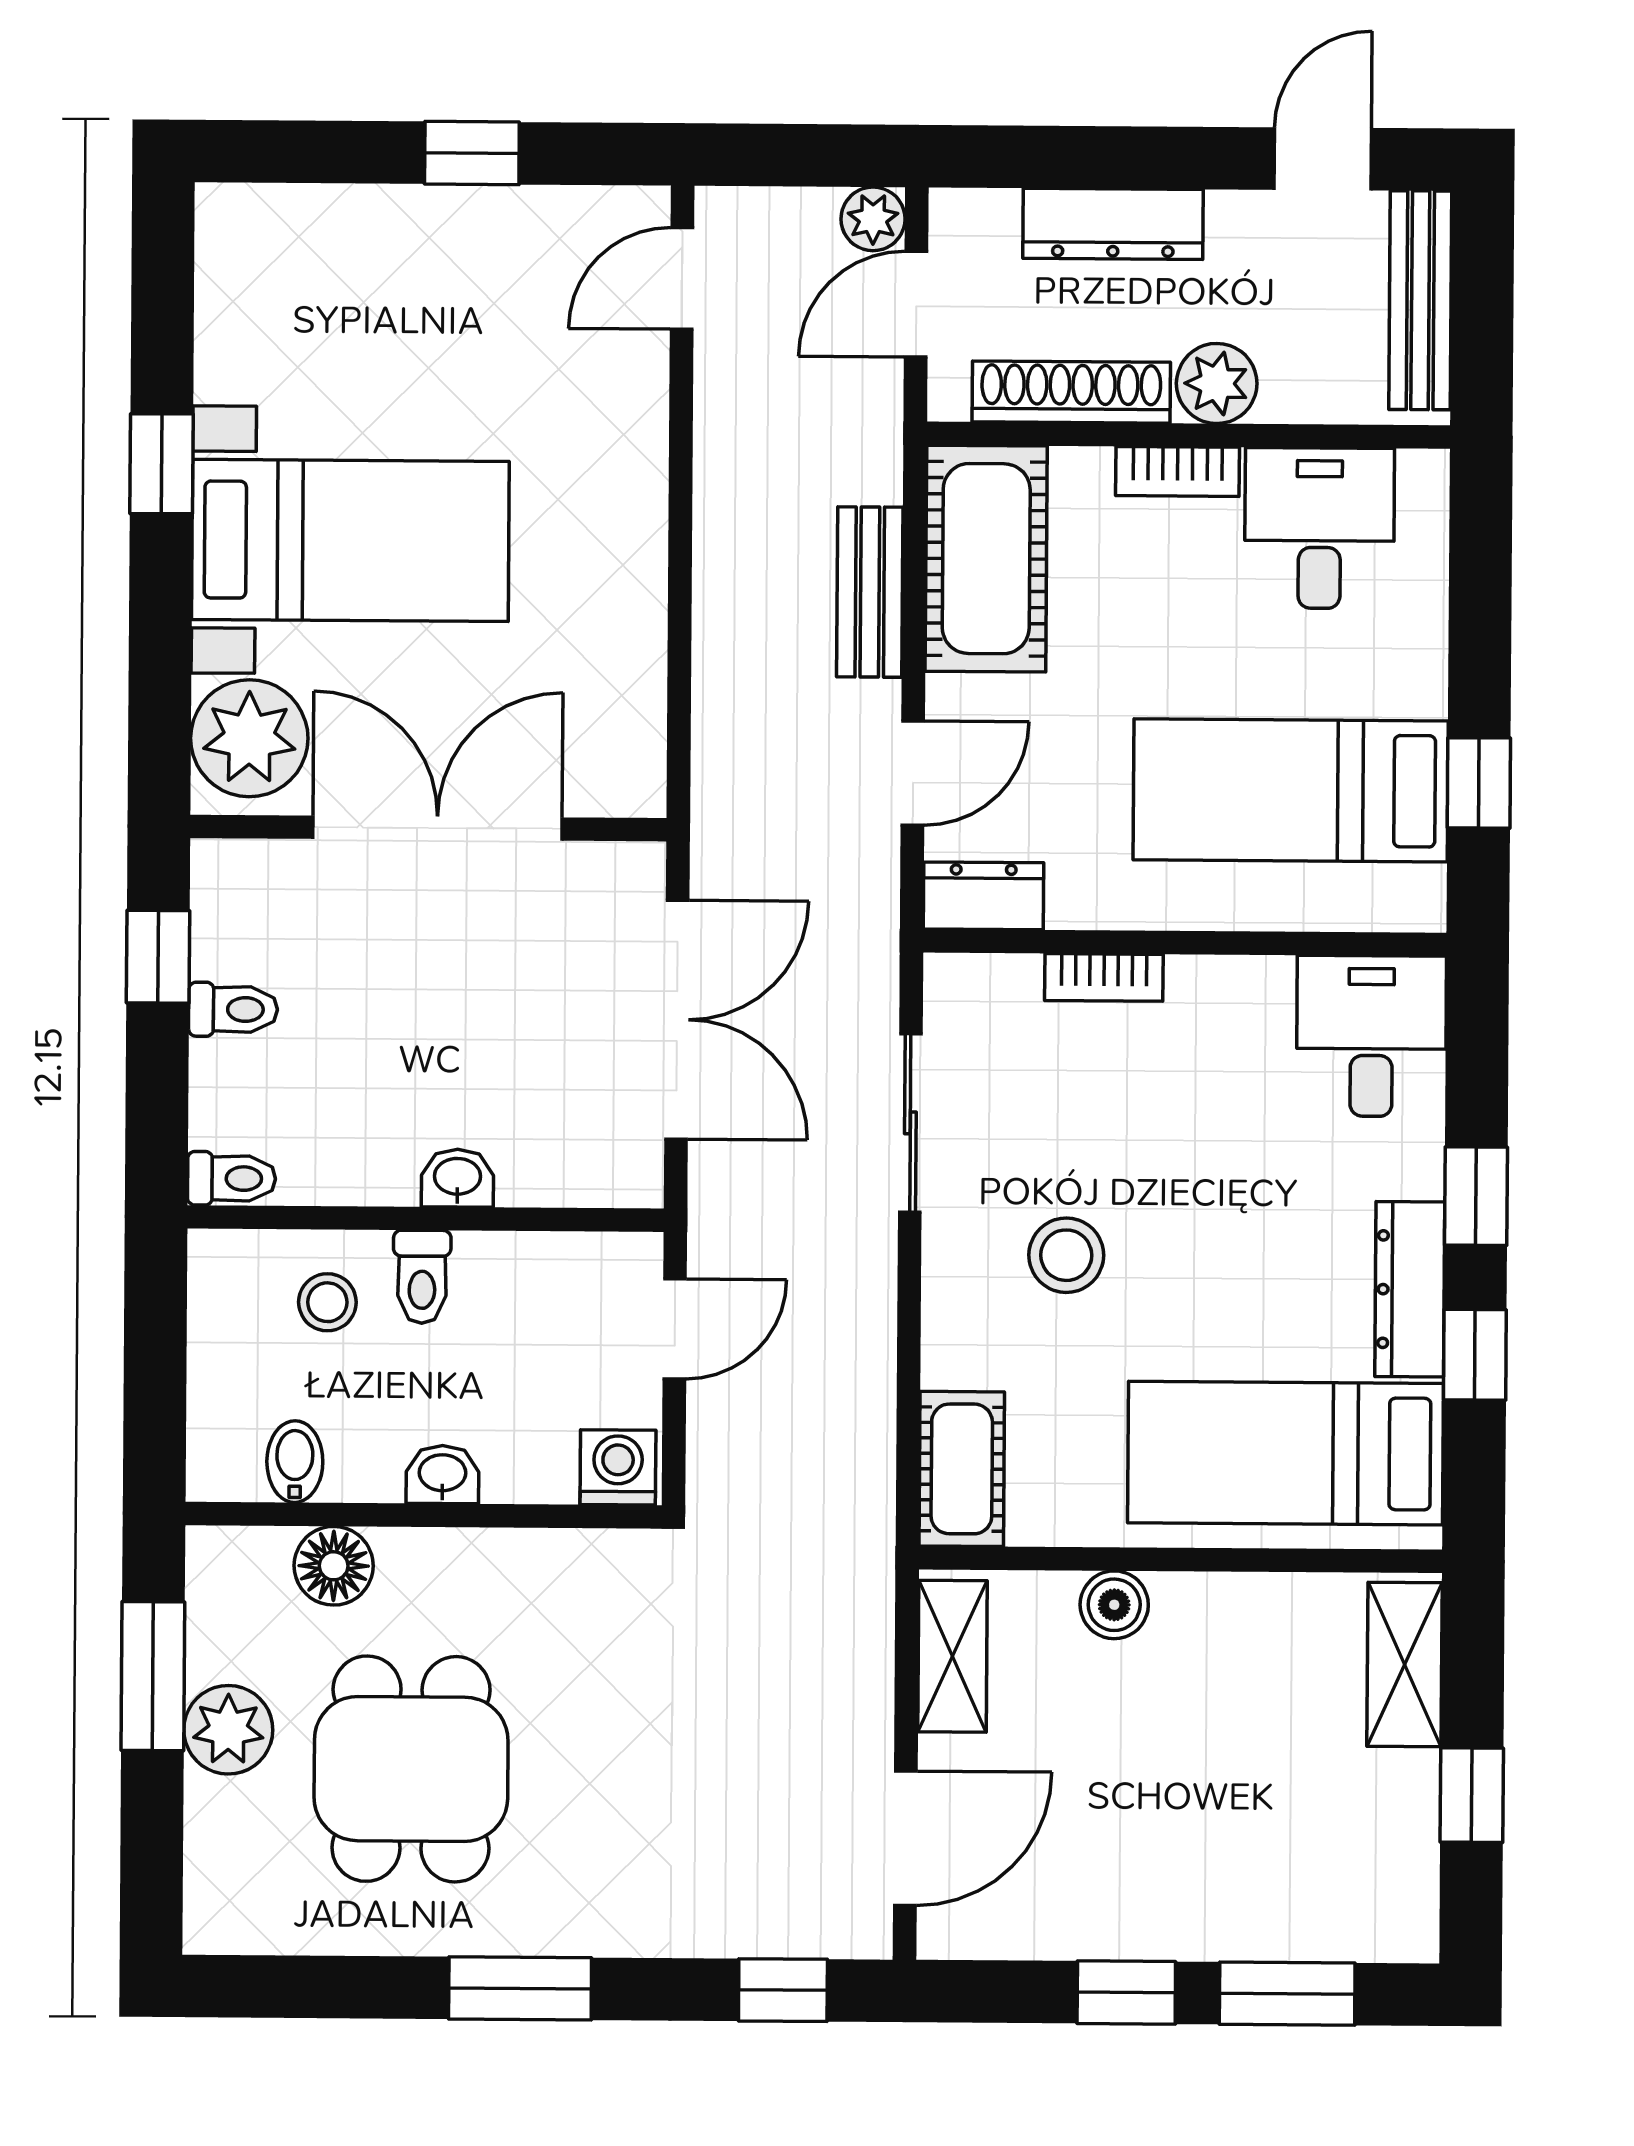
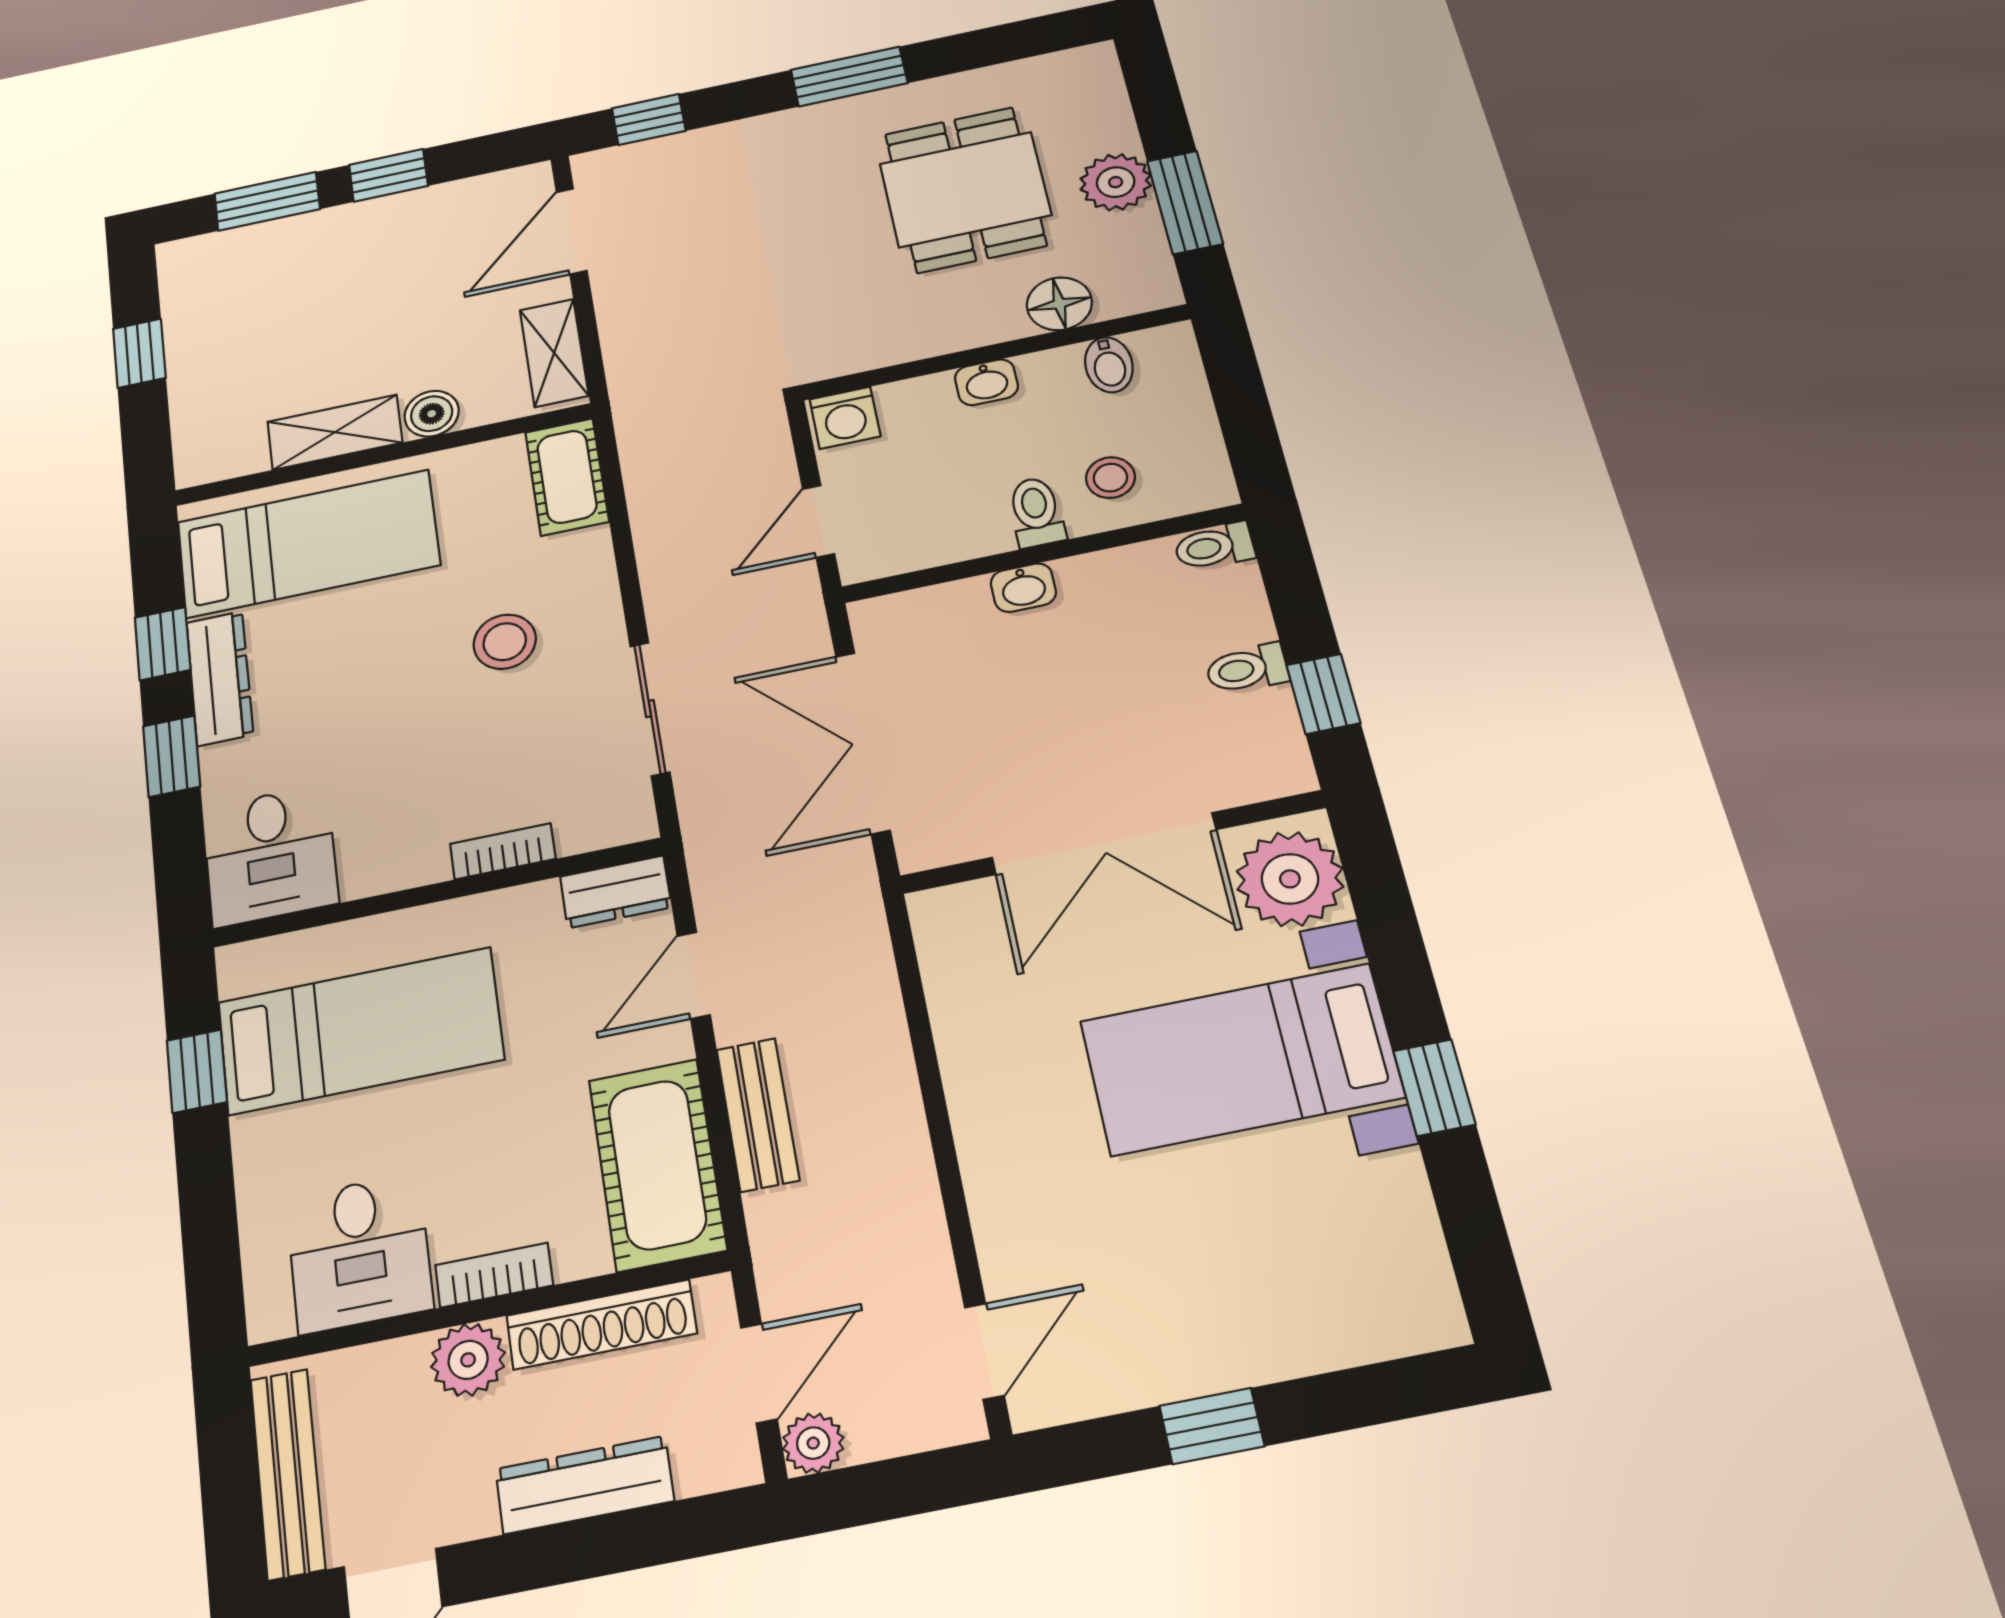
shelving: (1404, 1664) -> (335, 432), moved, turned 90

